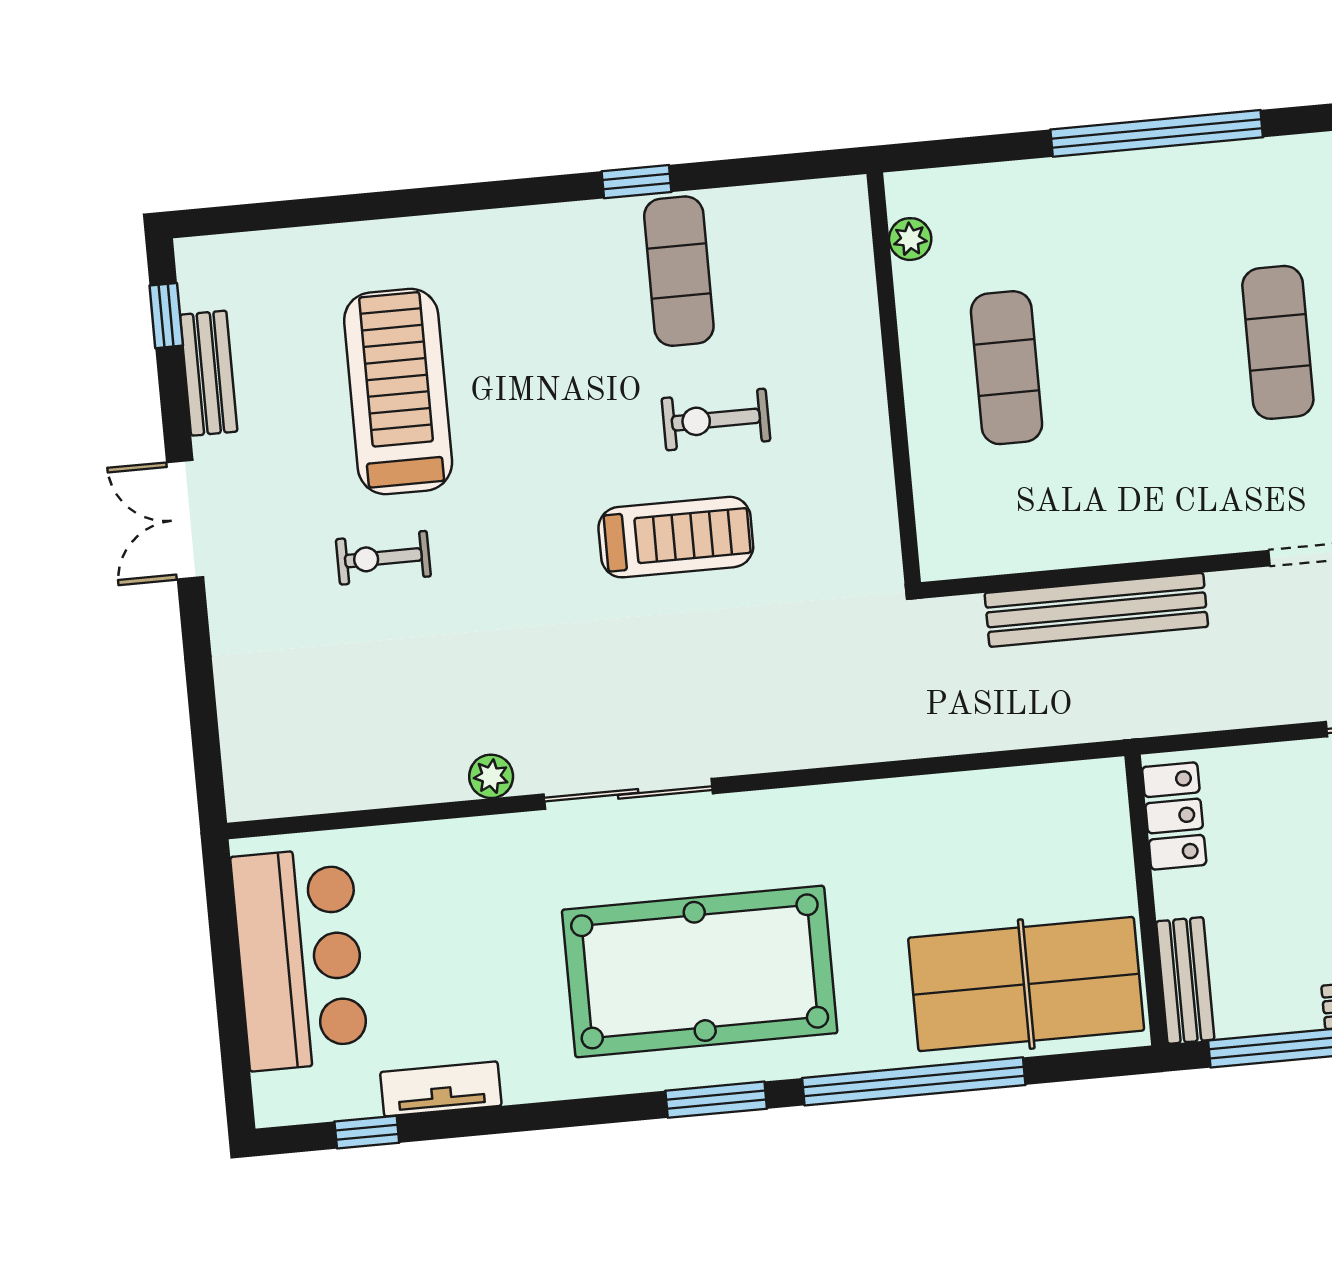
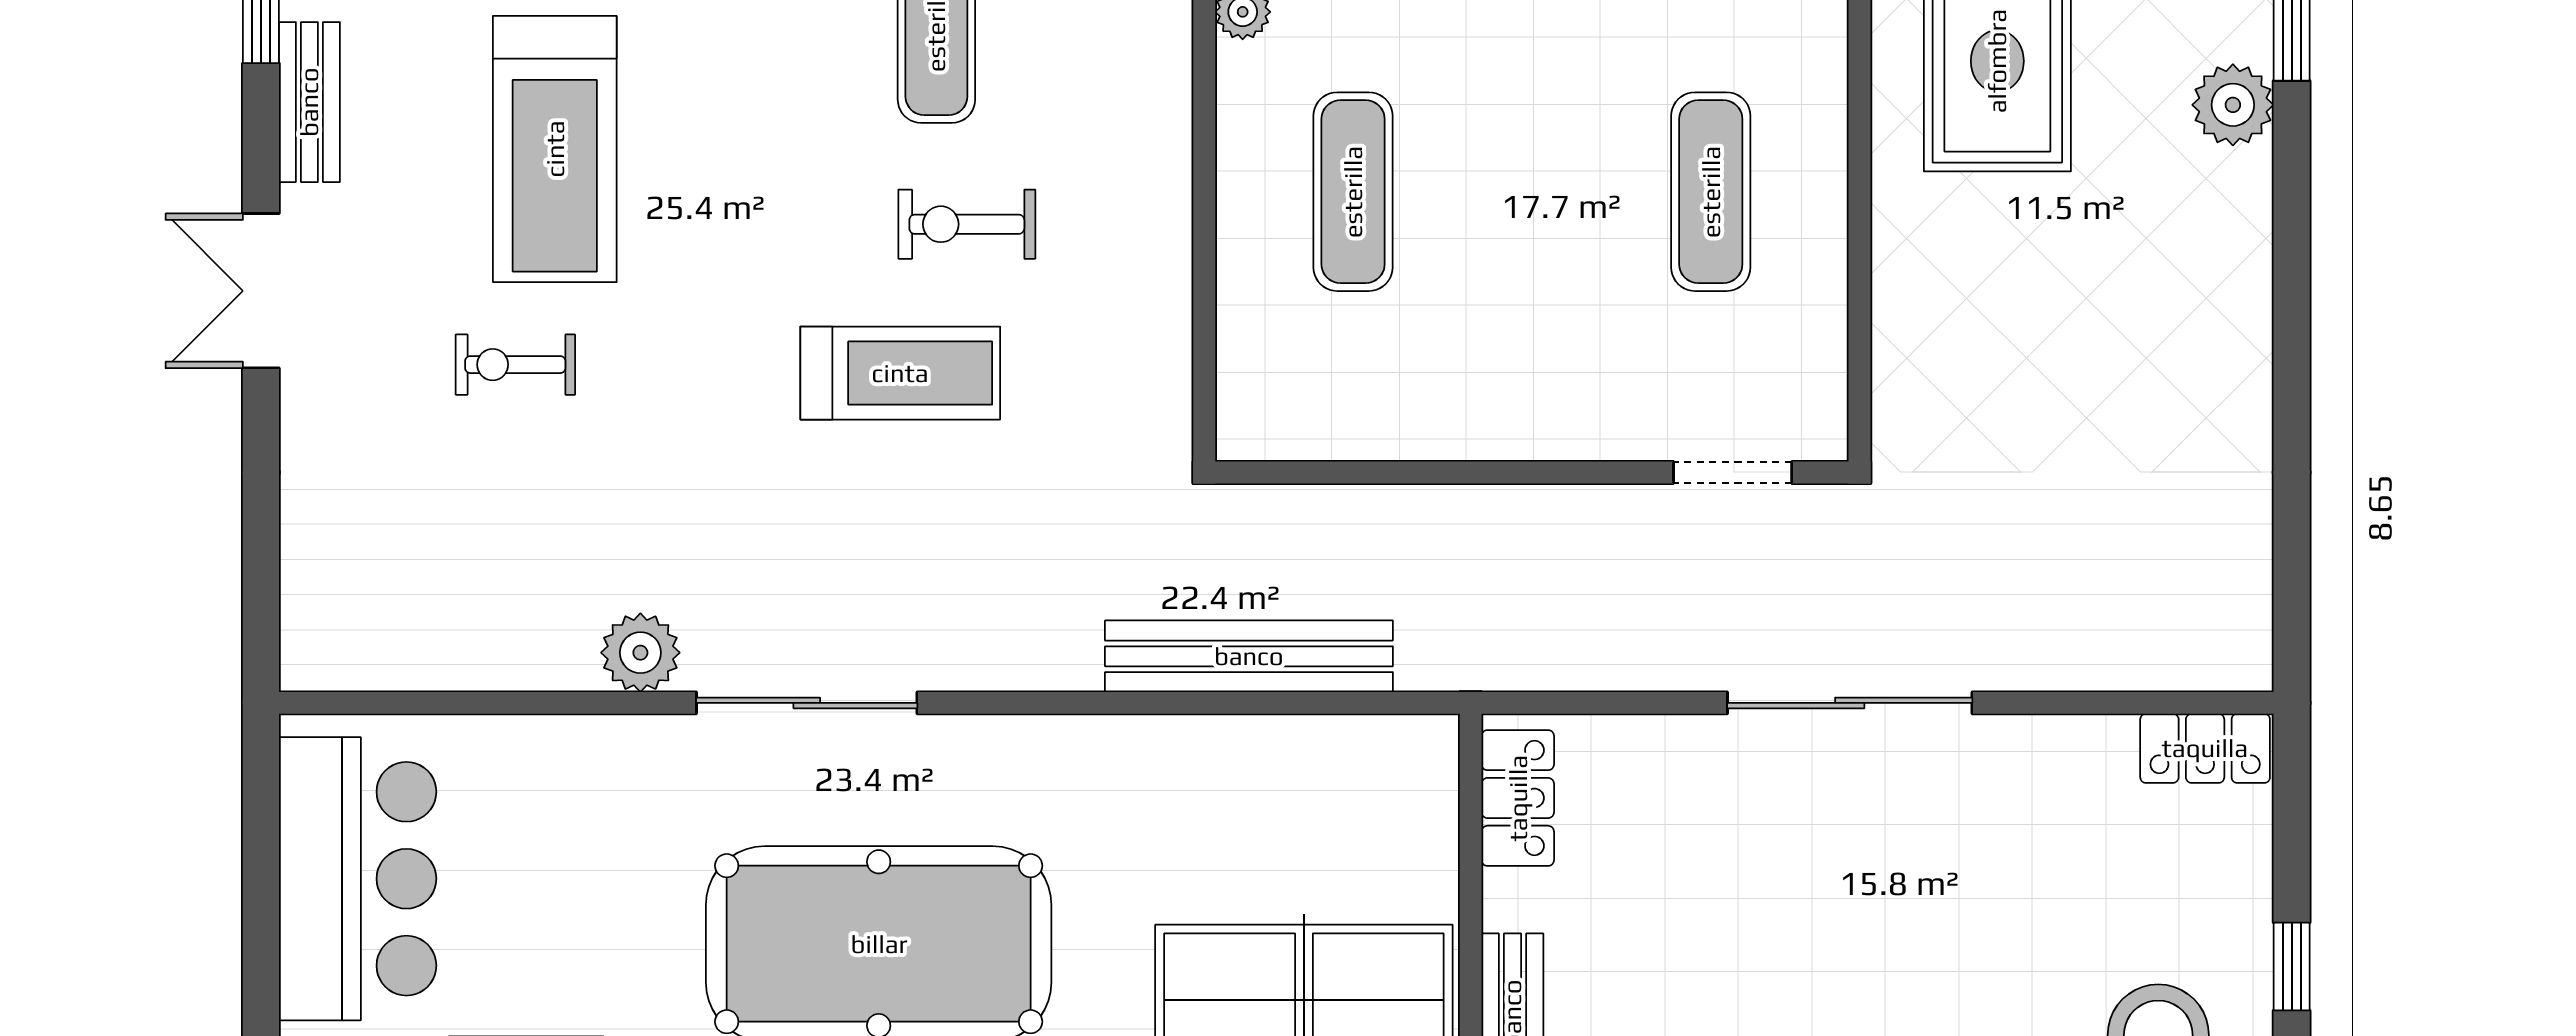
treadmill: (398, 392) -> (555, 149), turned 180
bench: (1096, 610) -> (1249, 656), moved
plant: (491, 776) -> (640, 653), width x1.38, depth x1.38

